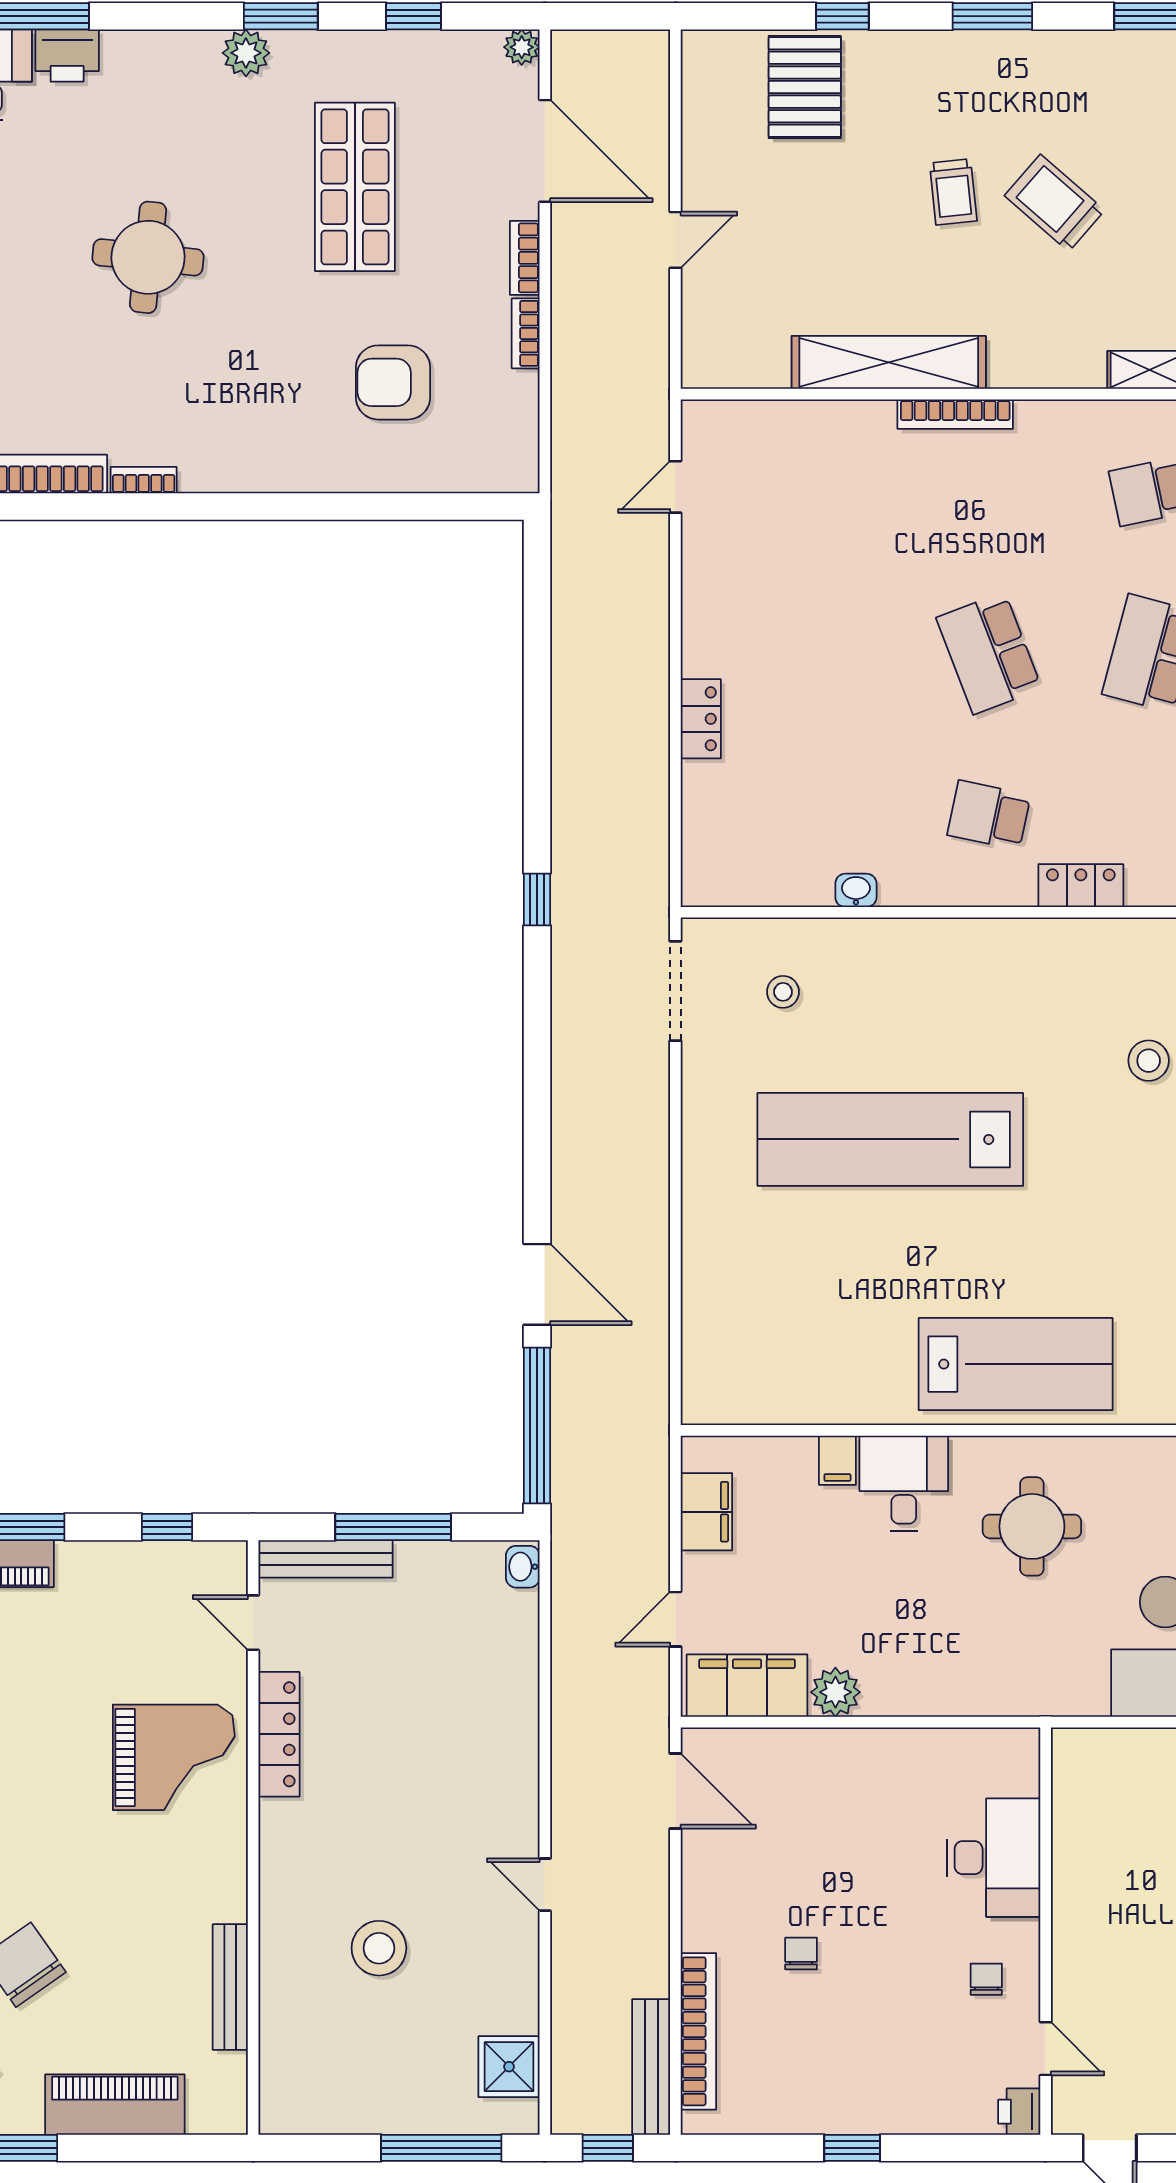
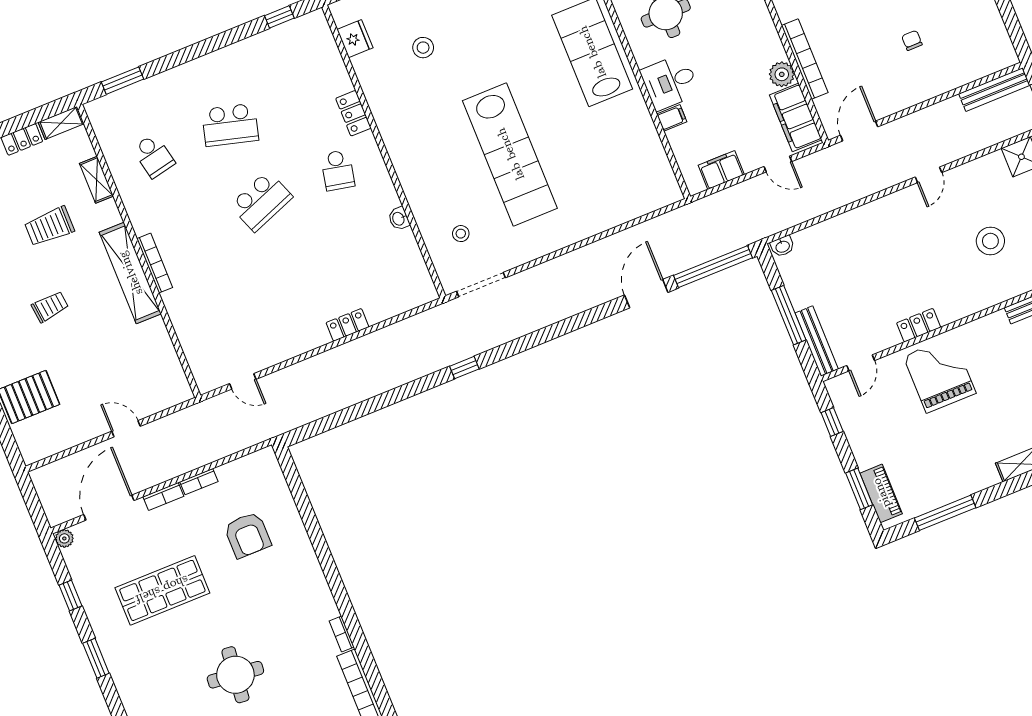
plant: (246, 53) -> (120, 668), removed
trolley: (1055, 203) -> (49, 226), moved, turned 49
shelving: (889, 362) -> (130, 273), moved
locker: (279, 1734) -> (919, 325), width x0.66
chair: (801, 1954) -> (912, 40), turned 90
bookcase: (698, 2031) -> (805, 59), moved, turned 90

